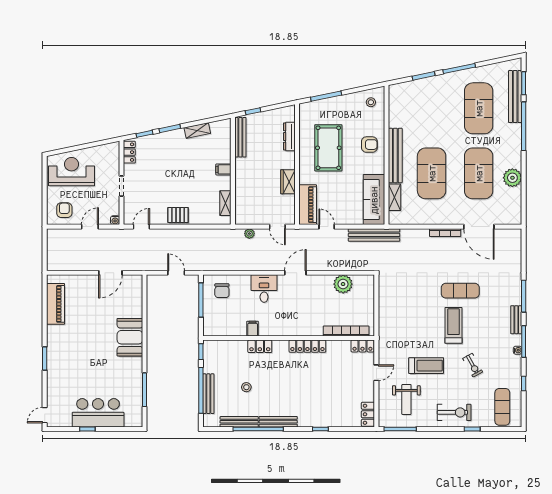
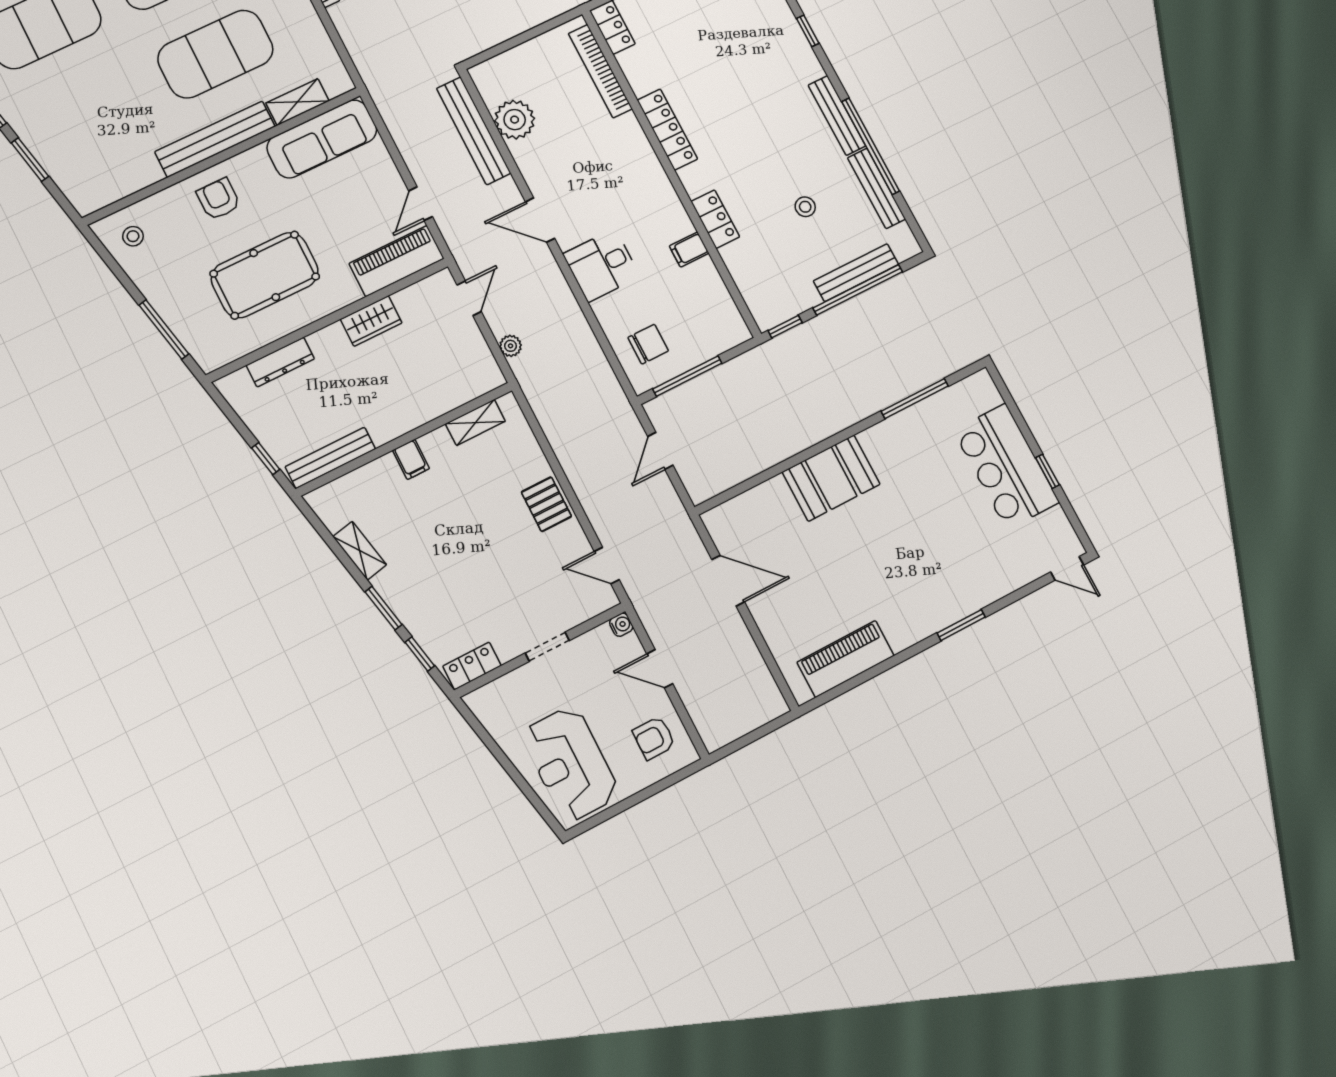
bench: (374, 235) -> (474, 131), moved

